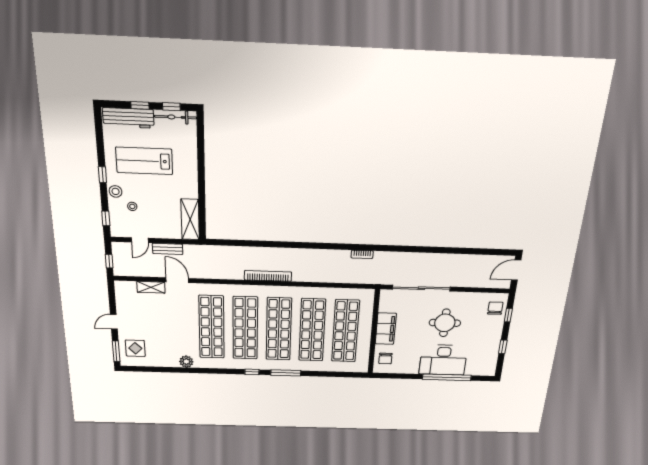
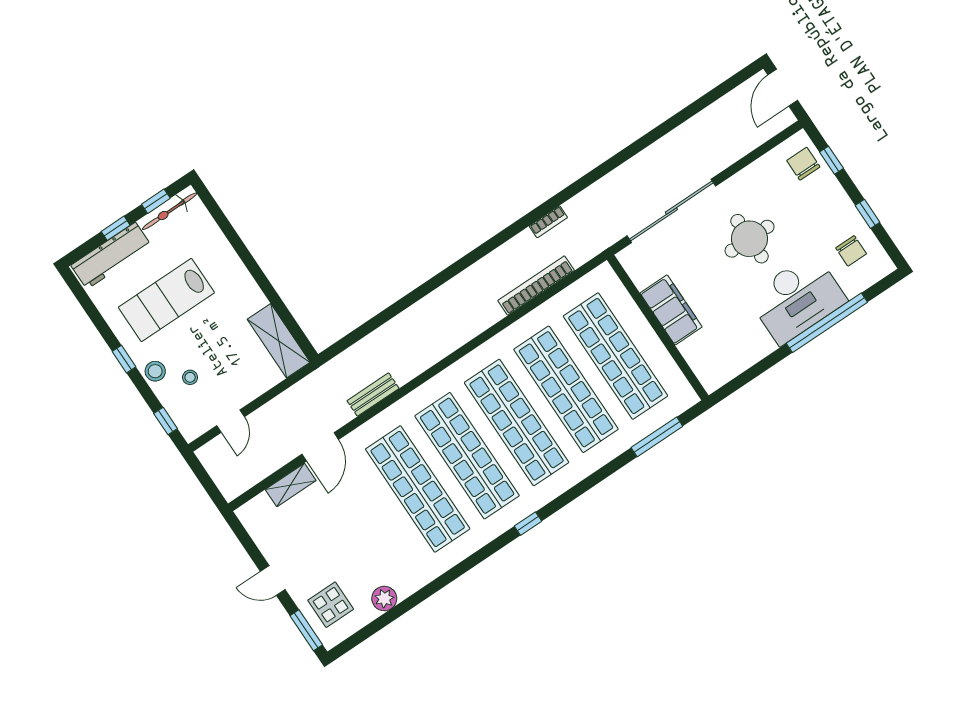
bench: (168, 249) -> (373, 395), moved
window: (109, 261) -> (208, 484), removed
bookcase: (268, 276) -> (536, 286), moved
door: (177, 280) -> (320, 447), swing flipped
door: (114, 322) -> (273, 580), hinge flipped
chair: (385, 359) -> (851, 251), moved
plant: (186, 362) -> (384, 599), moved
window: (286, 373) -> (657, 437), moved

